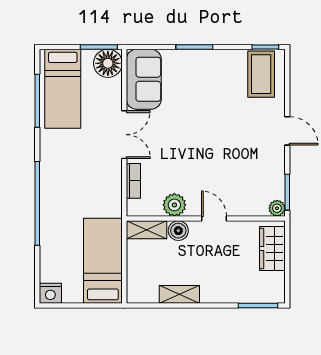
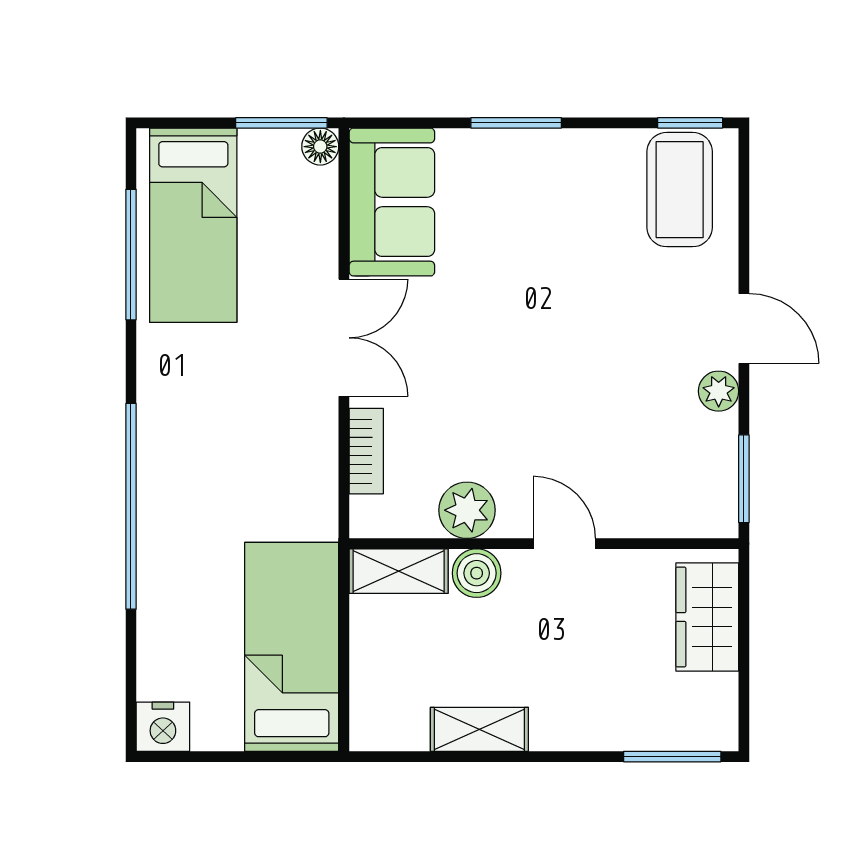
floor lamp: (108, 63) -> (320, 147), width x0.53, depth x0.53
plant: (277, 208) -> (719, 391), moved

